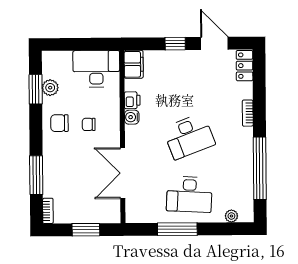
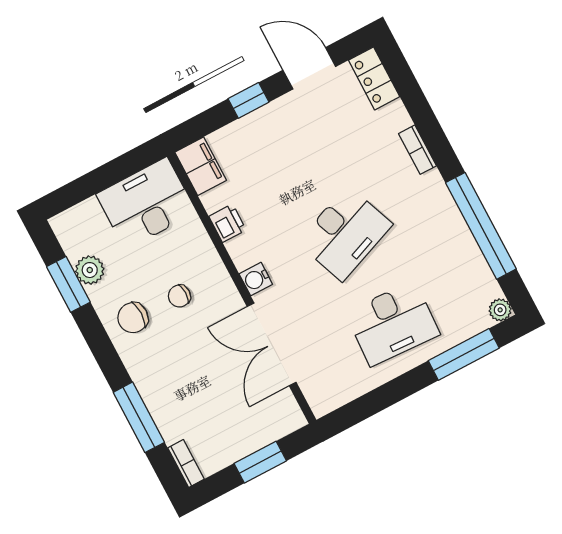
water cooler: (132, 117) -> (256, 279), moved
plant: (231, 216) -> (500, 310), moved
window: (177, 229) -> (464, 354), moved

